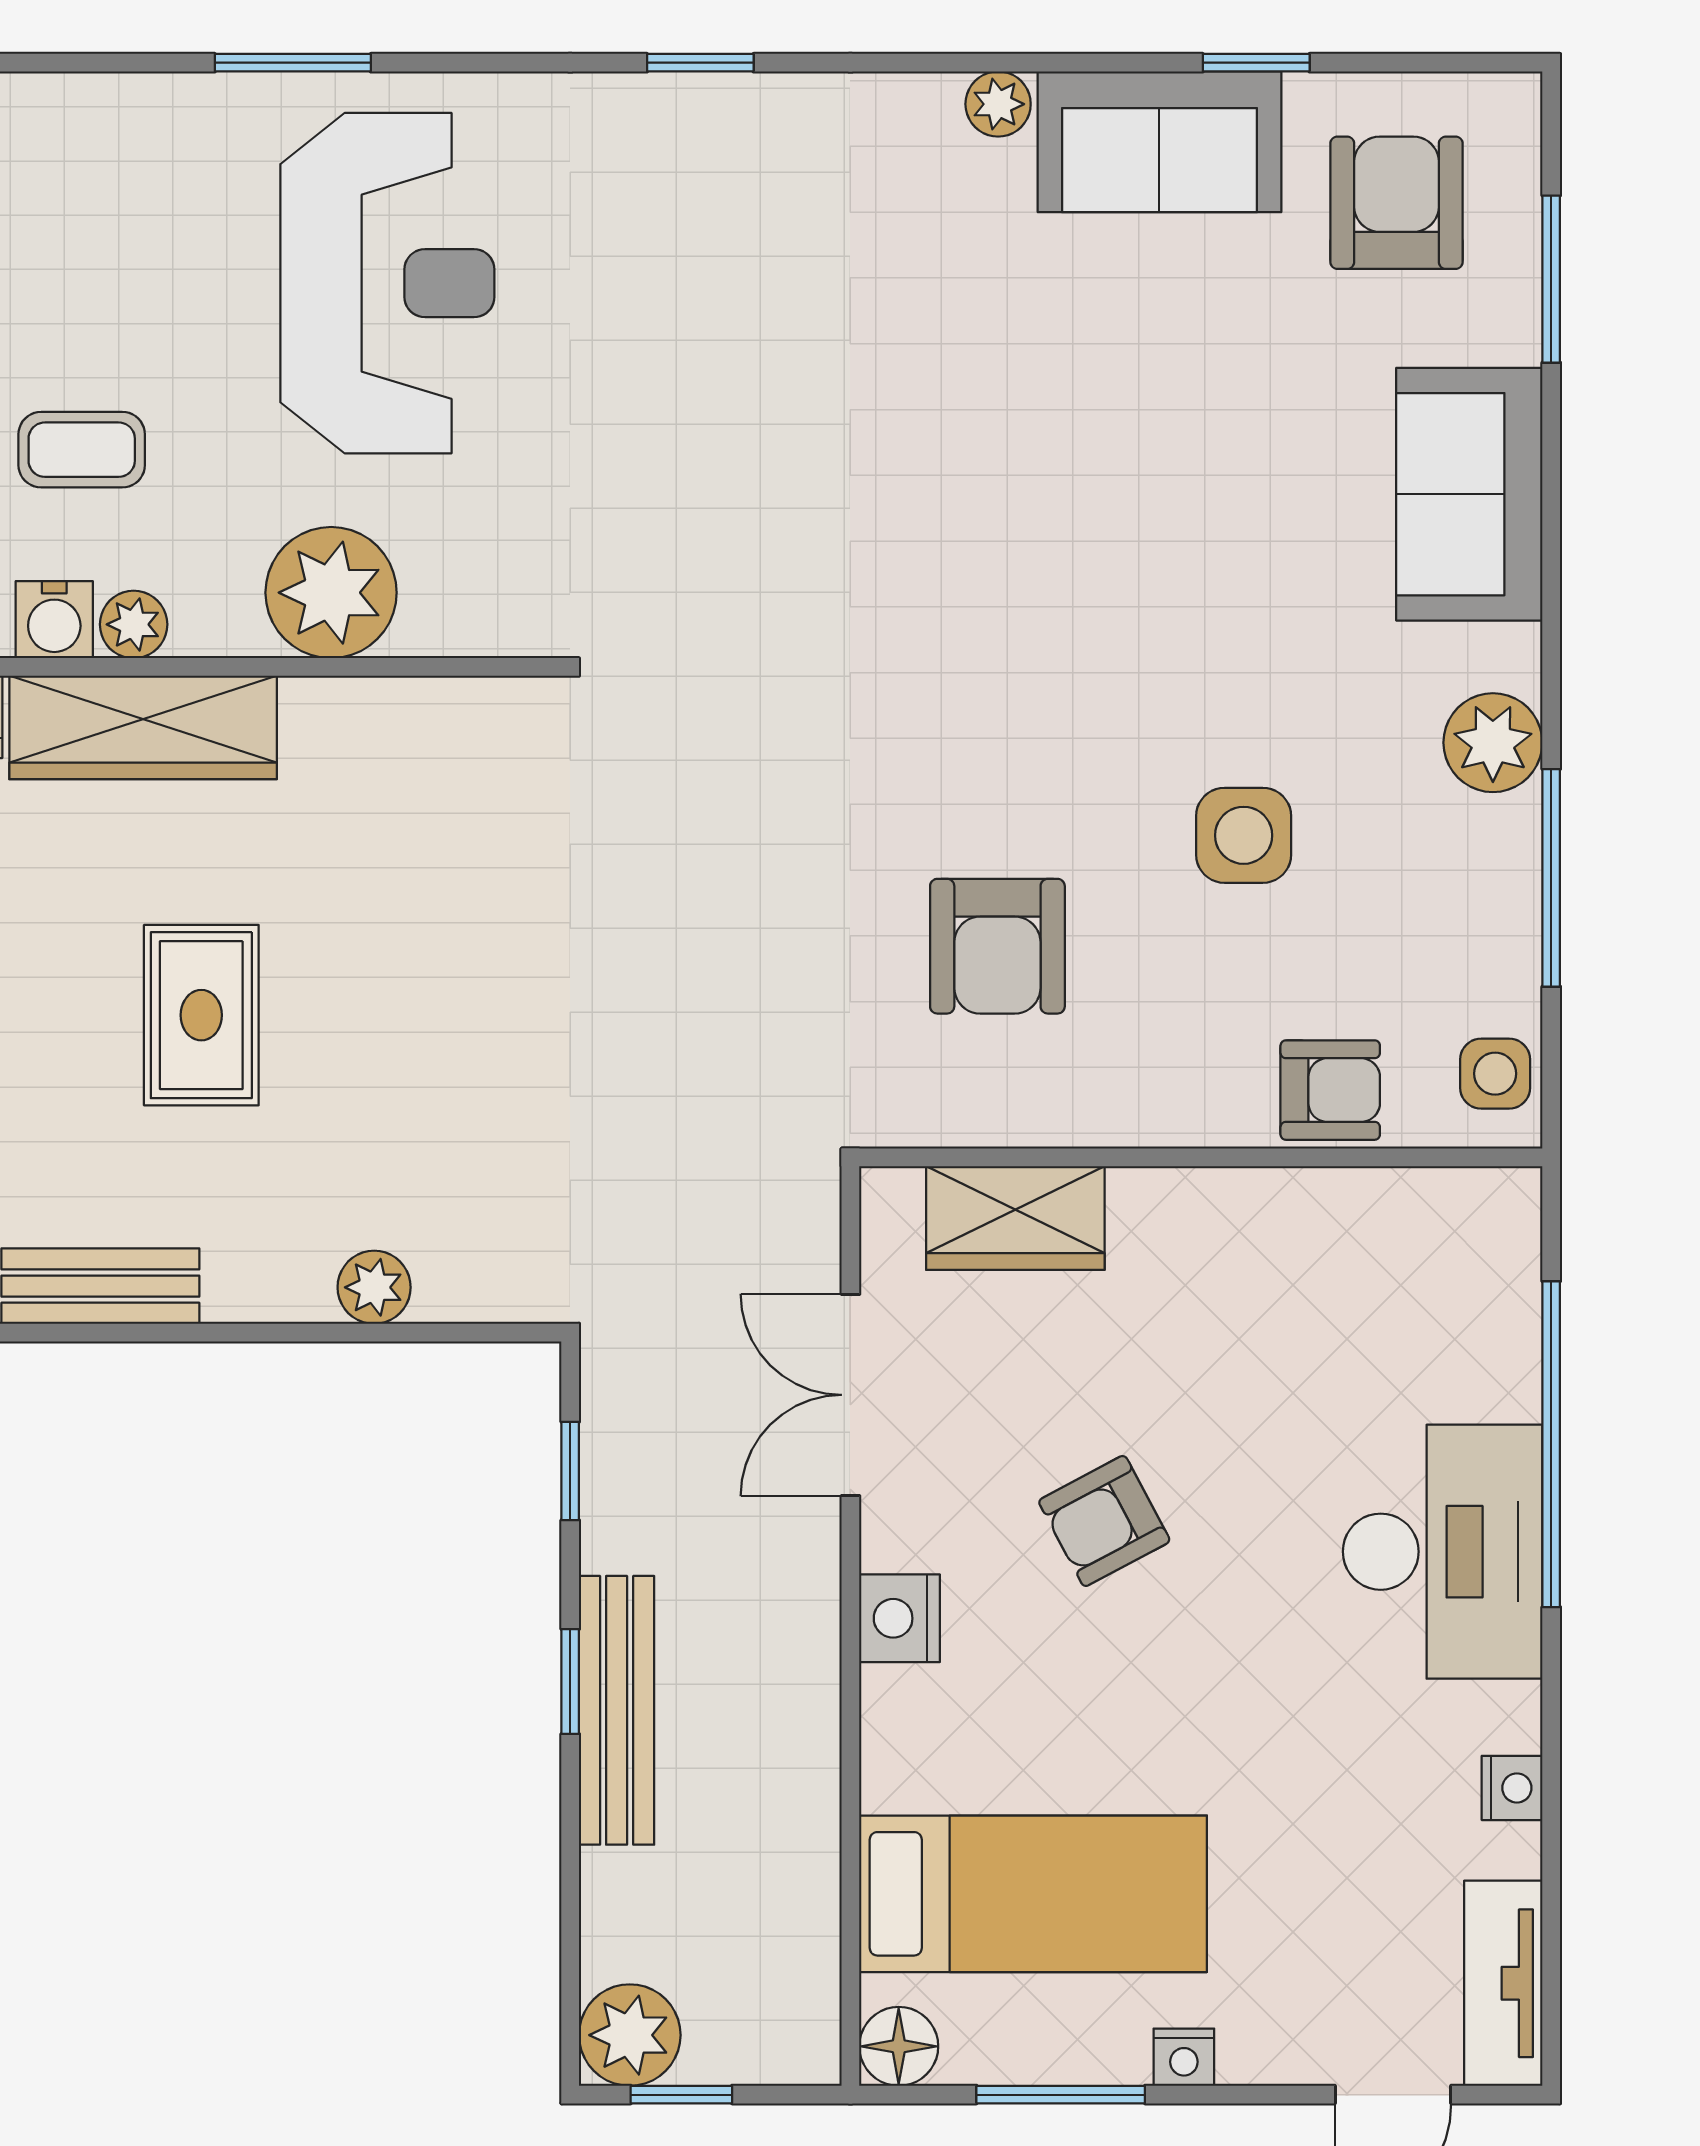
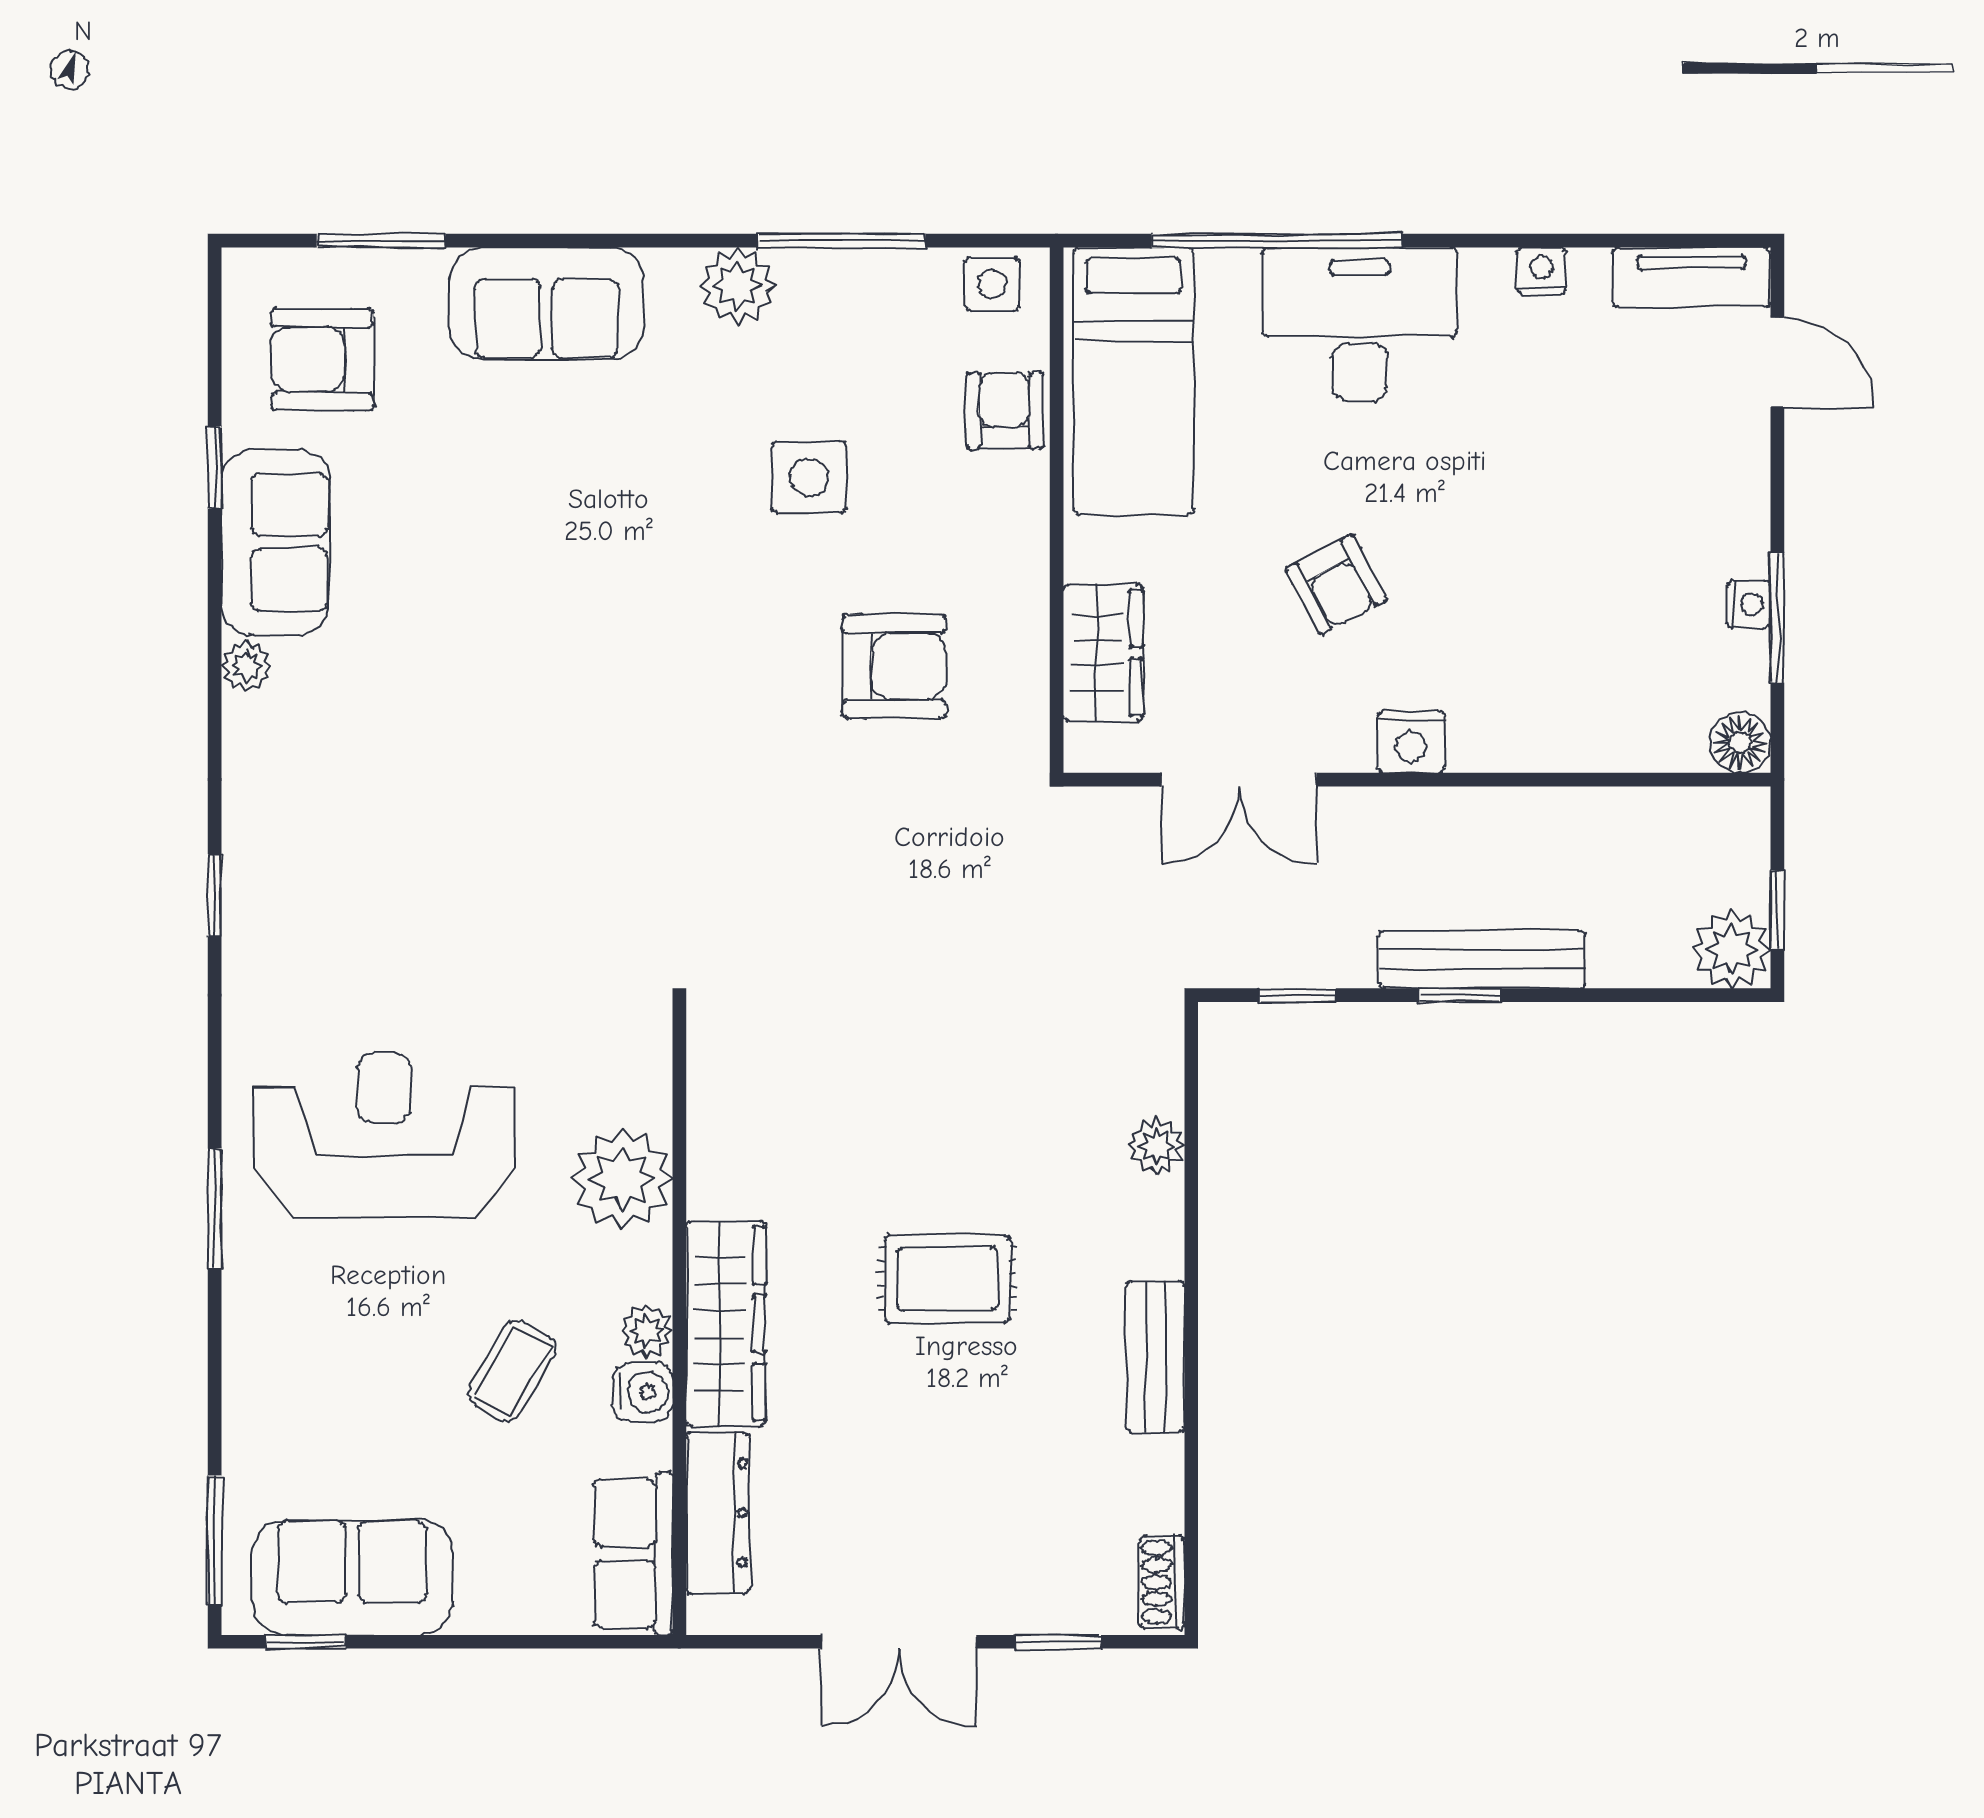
coffee table: (82, 450) -> (512, 1371), turned 30
bed: (1033, 1894) -> (1134, 381), moved, turned 180
nightstand: (1184, 2057) -> (1749, 604), moved

